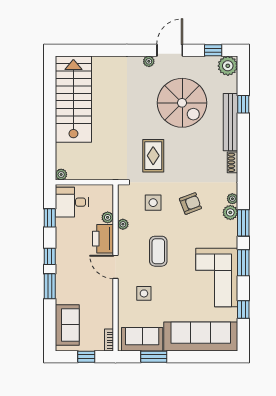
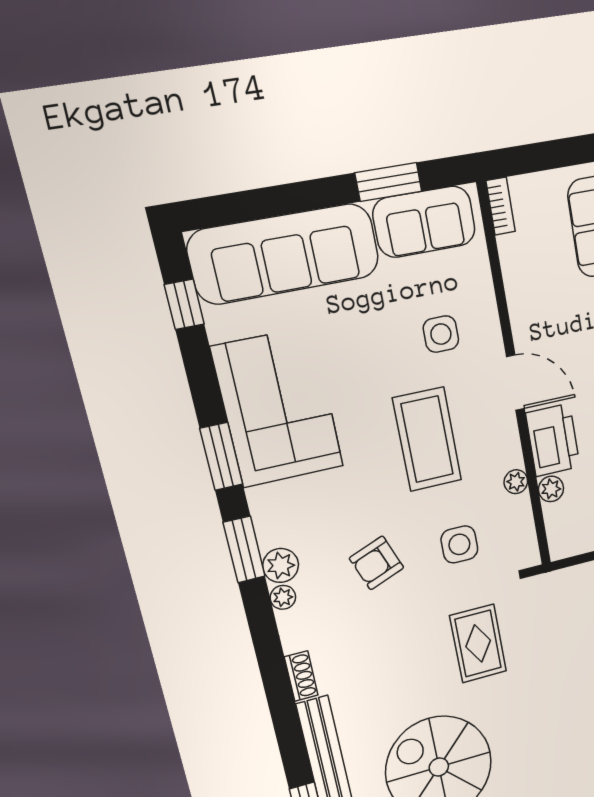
coffee table: (158, 251) -> (427, 439), width x1.36, depth x1.32
window: (243, 310) -> (184, 304), moved
window: (86, 357) -> (545, 156), removed

